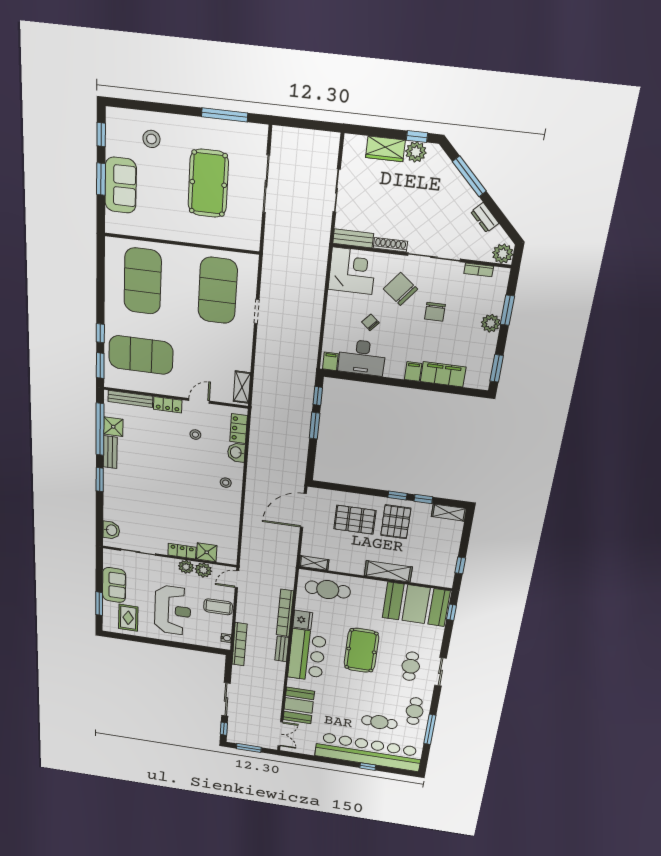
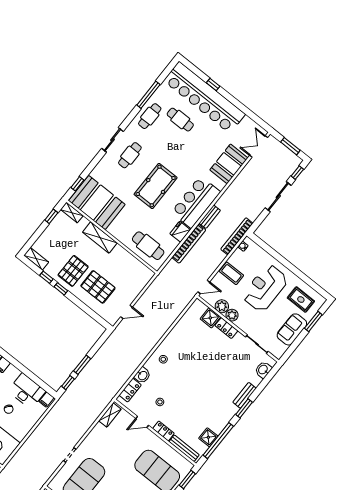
bench: (110, 452) -> (245, 395), moved
door: (303, 510) -> (127, 312), width x0.53
shelving: (314, 563) -> (72, 213), moved
rug: (128, 618) -> (301, 299), turned 90

